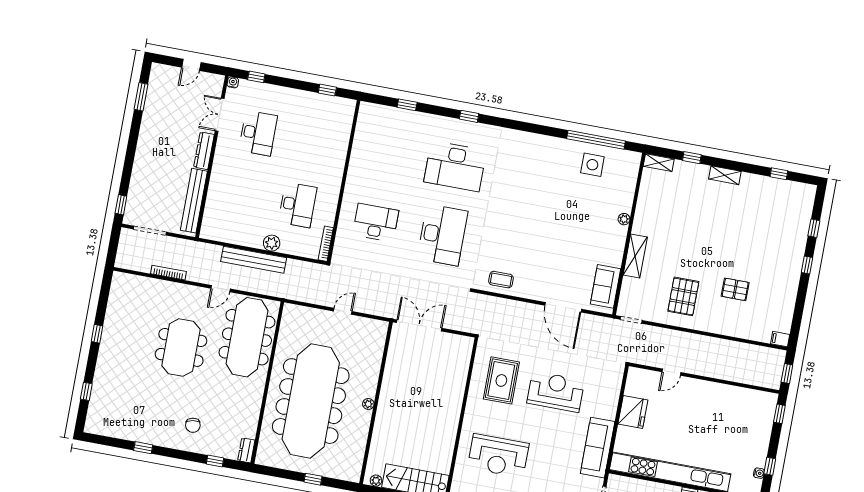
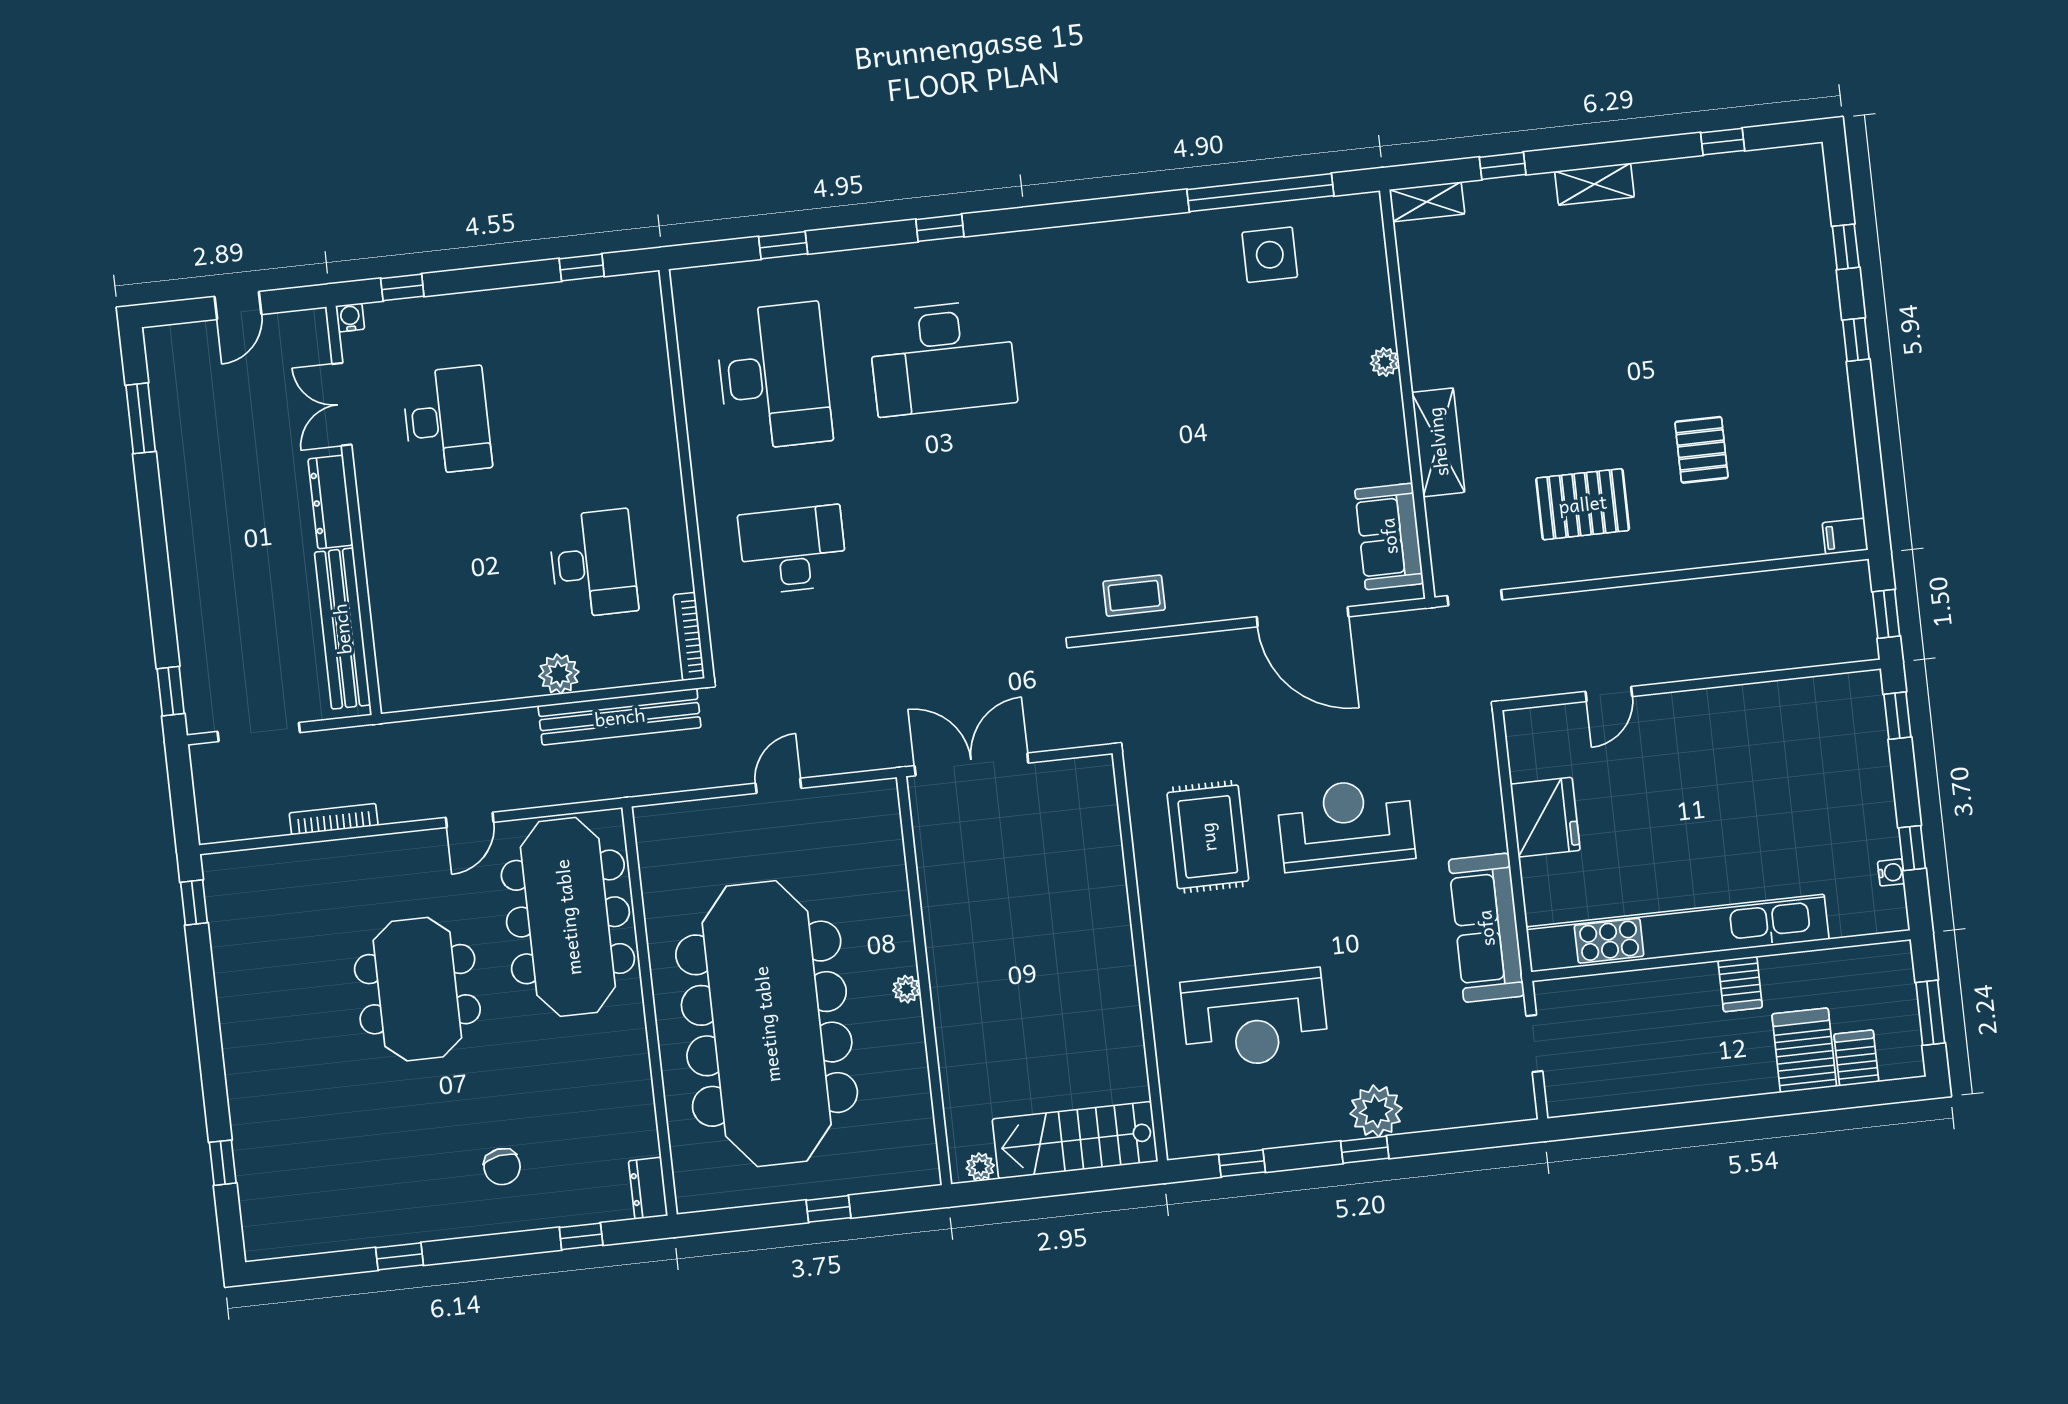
desk: (442, 235) -> (774, 376), moved
bench: (254, 260) -> (620, 717), moved
pallet: (735, 289) -> (1701, 450), turned 90
pallet: (683, 296) -> (1583, 504), turned 90
window: (97, 334) -> (194, 902), moved

